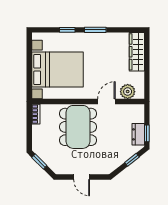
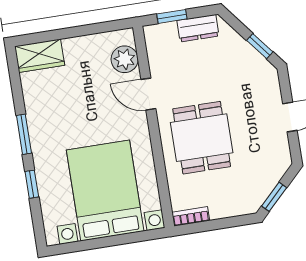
wardrobe: (137, 52) -> (40, 56), width x0.67
dining table: (78, 127) -> (202, 138), width x0.73
window: (147, 133) -> (172, 16), moved
window: (132, 160) -> (260, 46), moved

